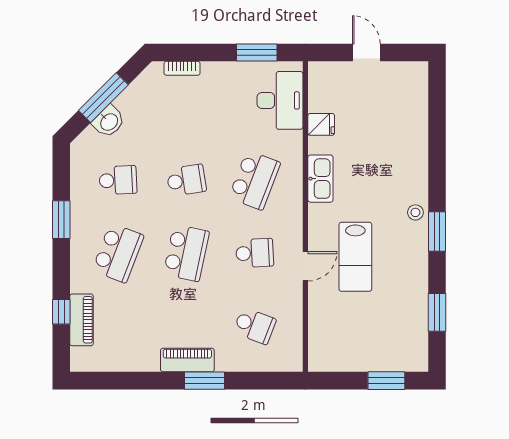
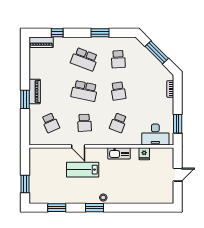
washbasin: (109, 122) -> (146, 55), removed
school desk: (255, 180) -> (118, 123), width x0.54
piano: (82, 320) -> (41, 42), moved
school desk: (255, 326) -> (50, 123), turned -45

